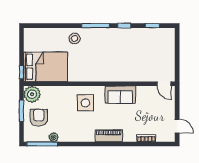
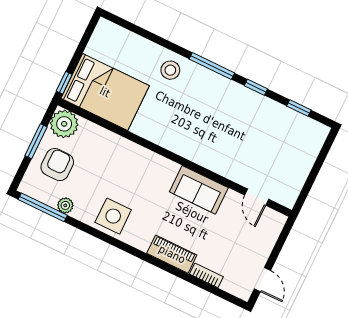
door: (164, 84) -> (257, 197), moved
side table: (85, 103) -> (113, 216), moved
piano: (109, 136) -> (172, 254), moved

